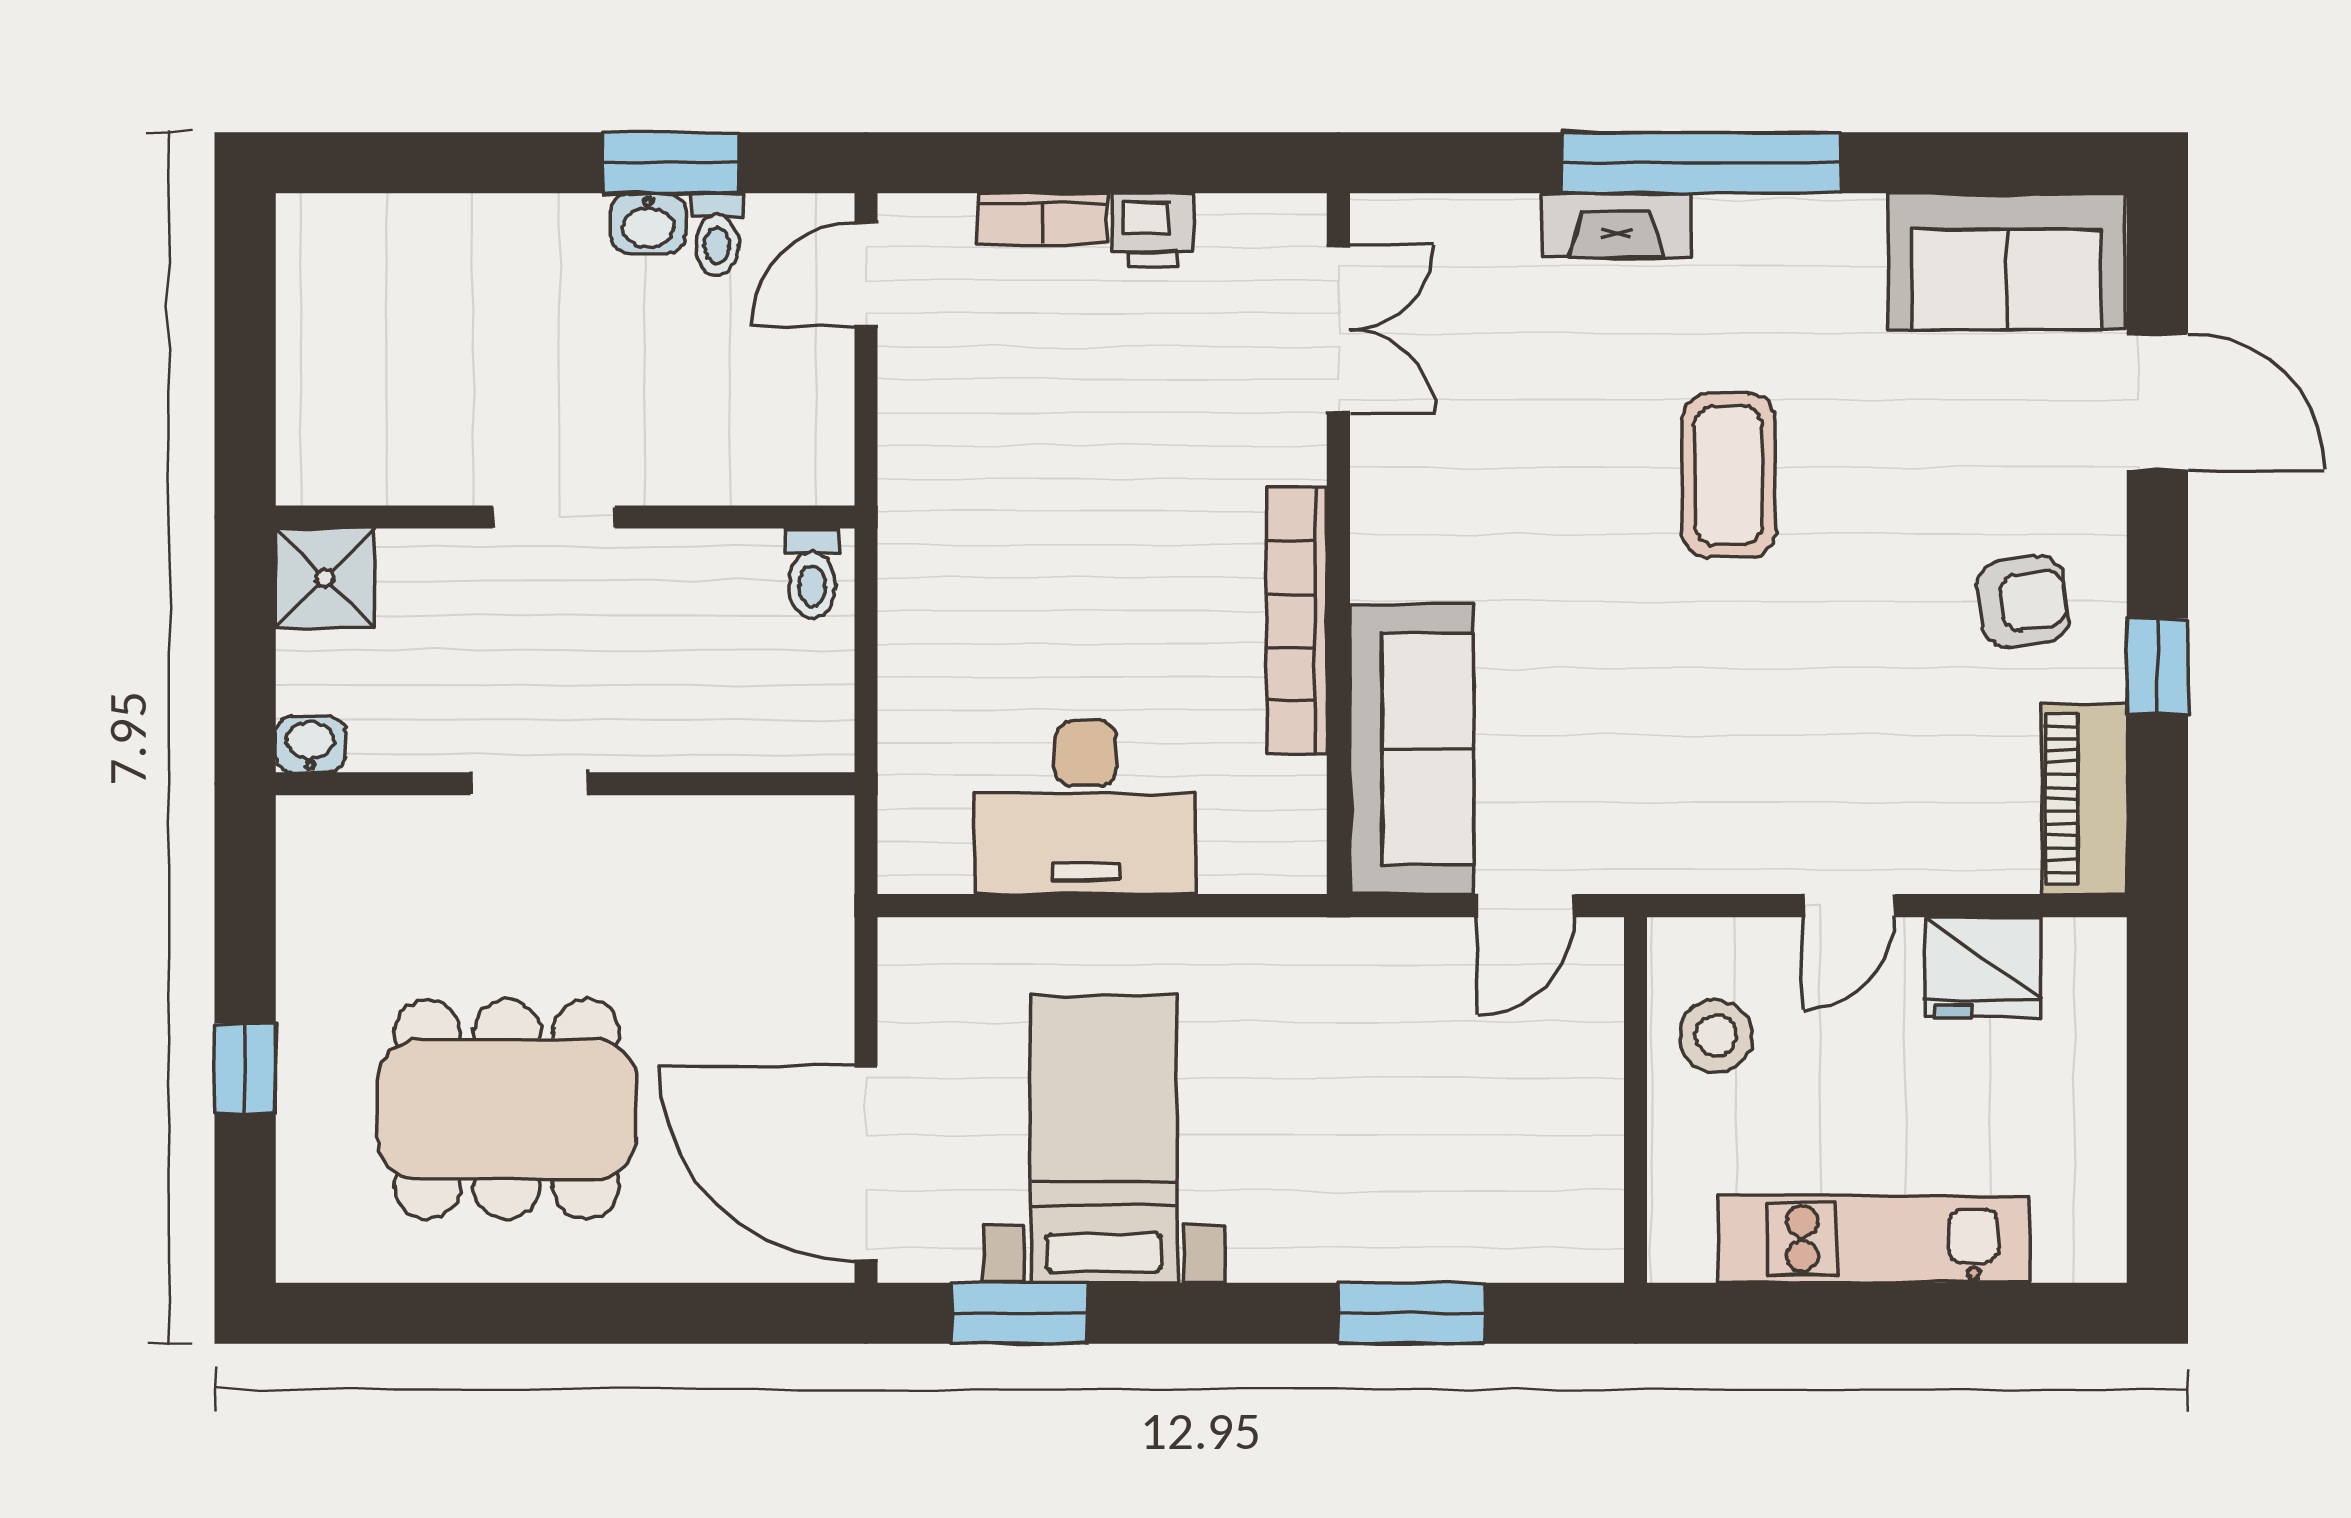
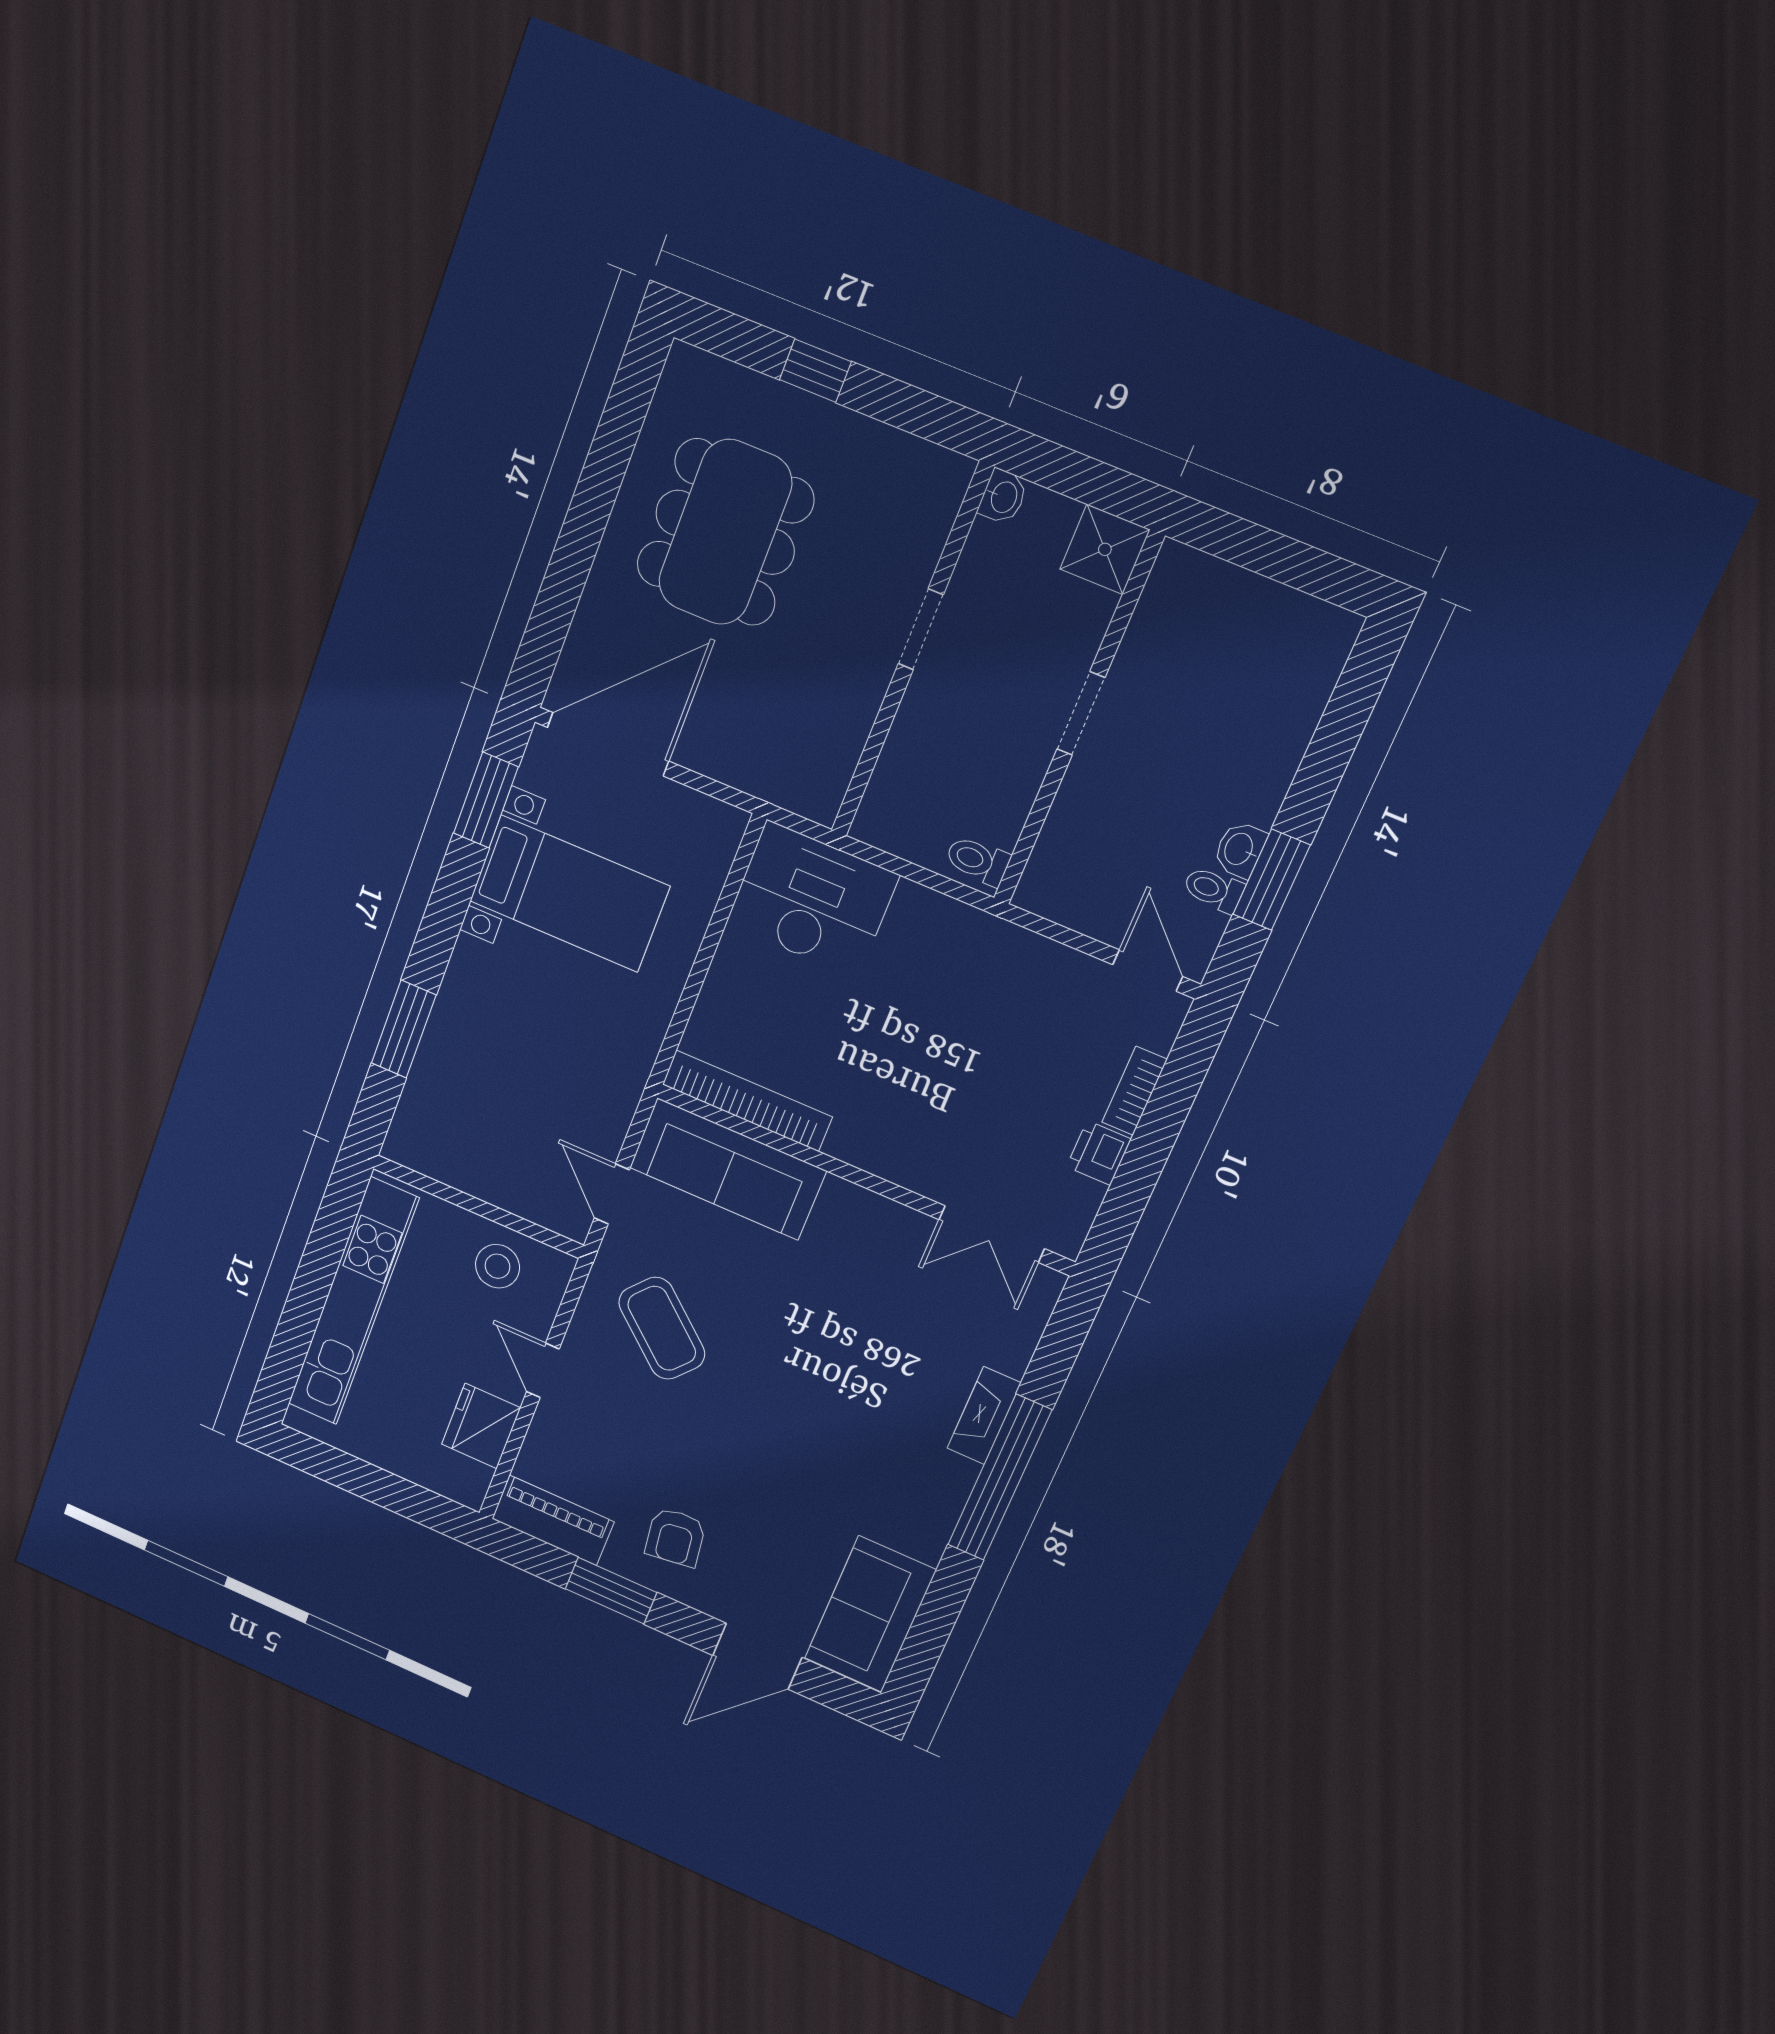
coffee table: (1728, 475) -> (662, 1328), moved, turned 41
bookcase: (1297, 621) -> (747, 1101), moved
window: (2157, 666) -> (611, 1591), width x1.50
desk: (1086, 807) -> (812, 900), moved, turned 90
kitchen unit: (1874, 1239) -> (353, 1302), width x1.36

